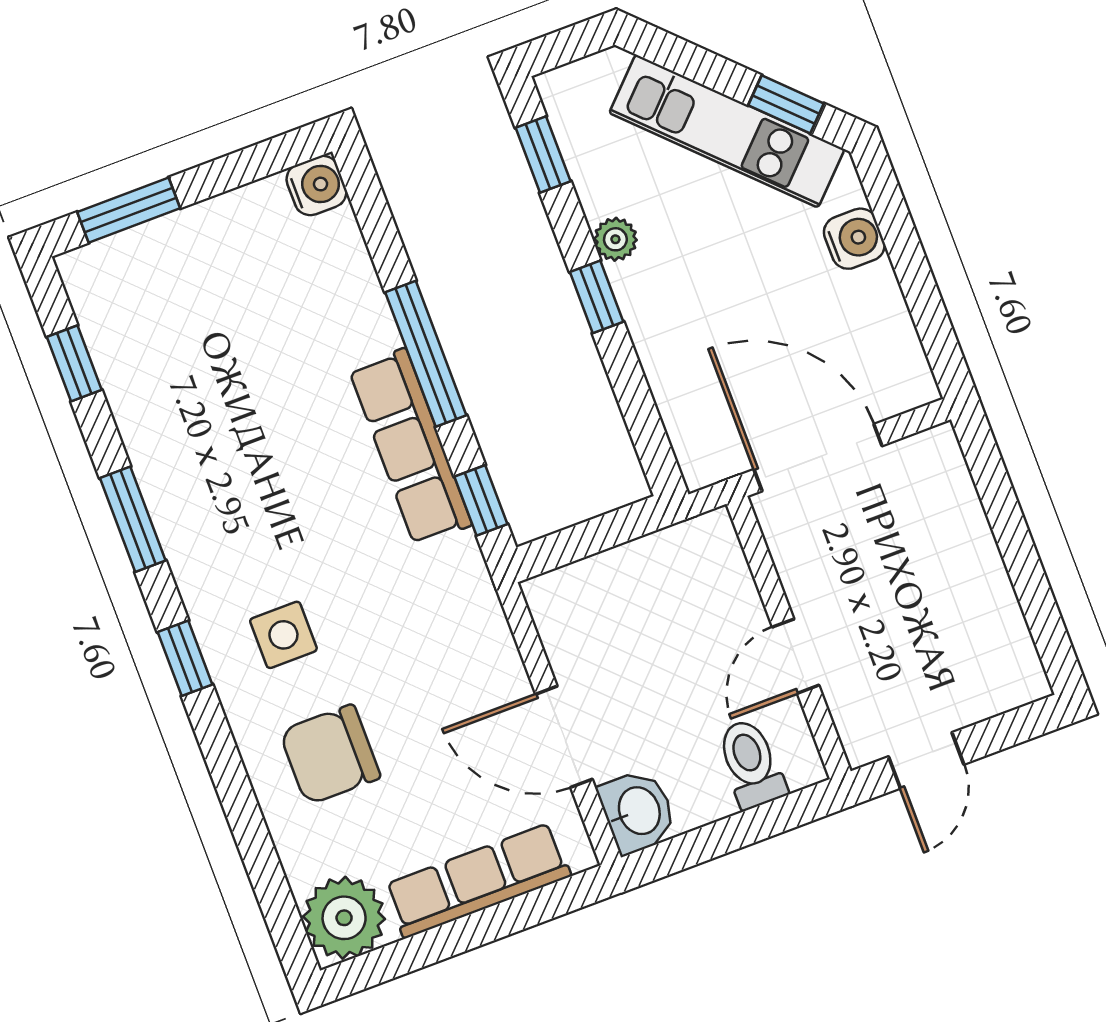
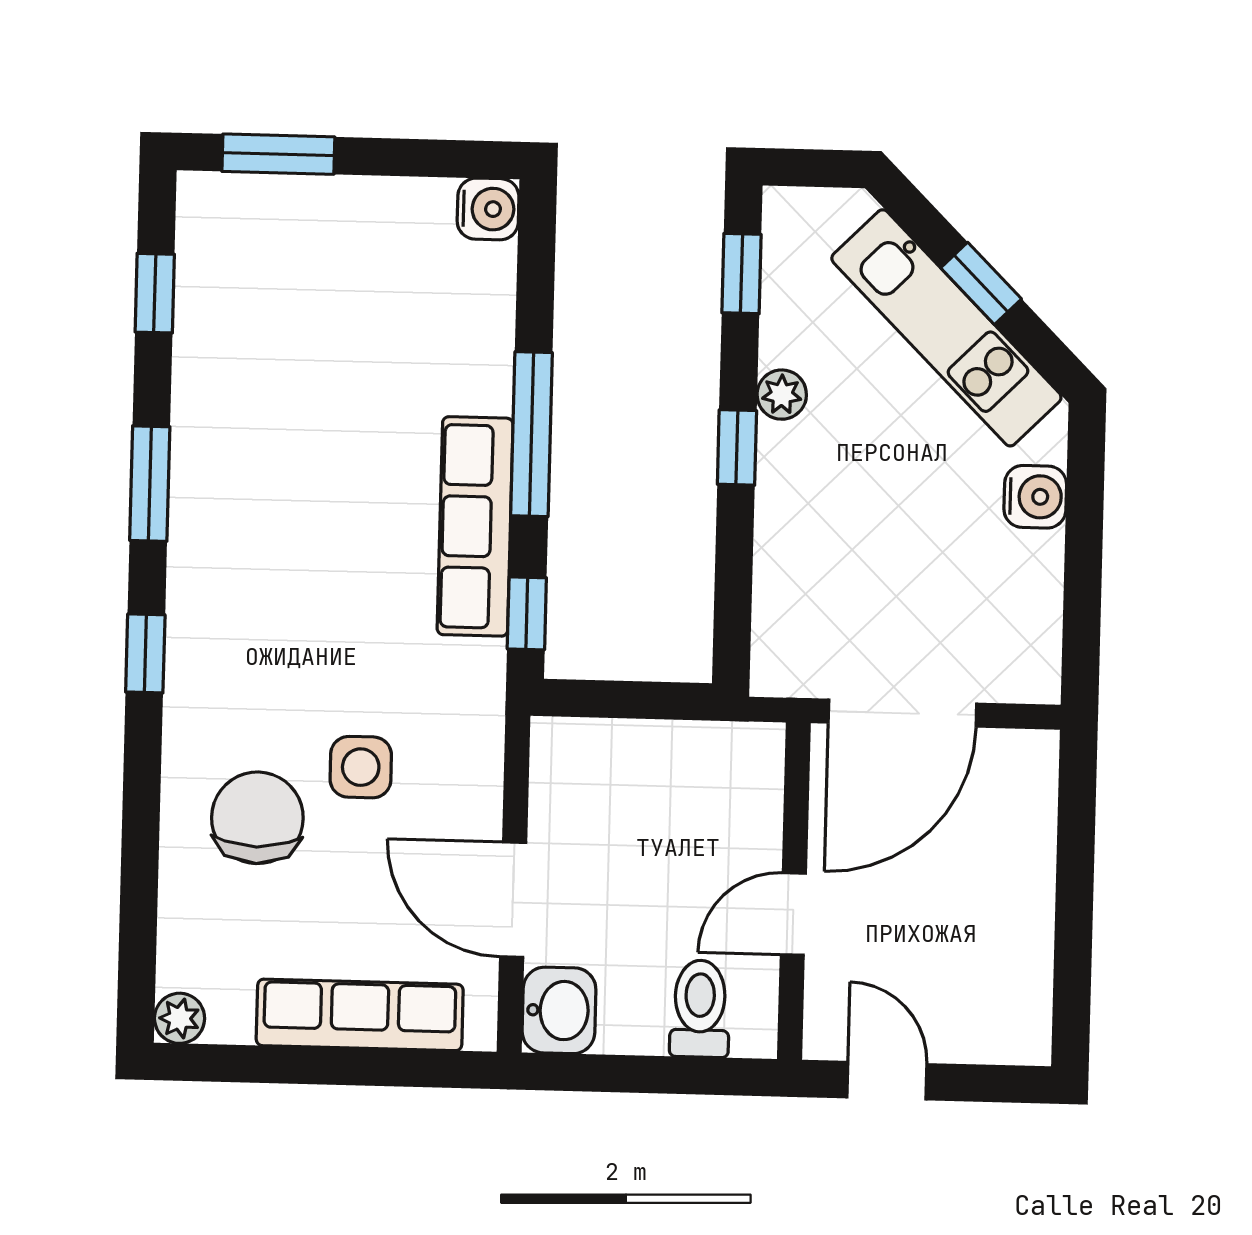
window: (786, 104) -> (981, 283), moved
door: (818, 458) -> (902, 713), swing flipped
side table: (283, 635) -> (361, 767), moved
chair: (330, 755) -> (257, 818), turned 90
door: (926, 760) -> (887, 1081), swing flipped
plant: (344, 918) -> (180, 1018), width x0.53, depth x0.53

